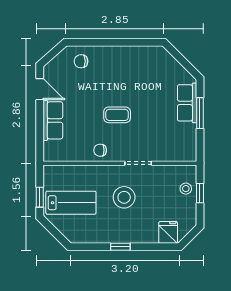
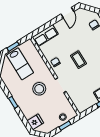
row of seats: (53, 120) -> (45, 36), moved

